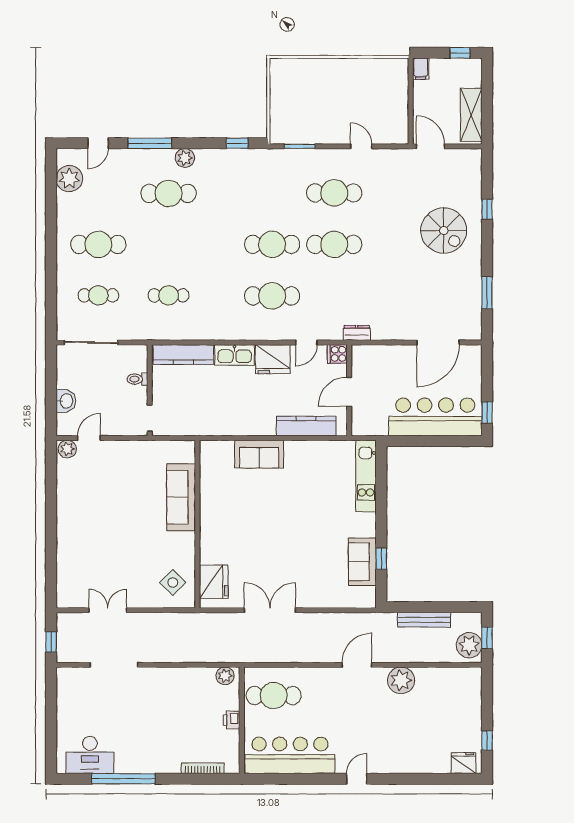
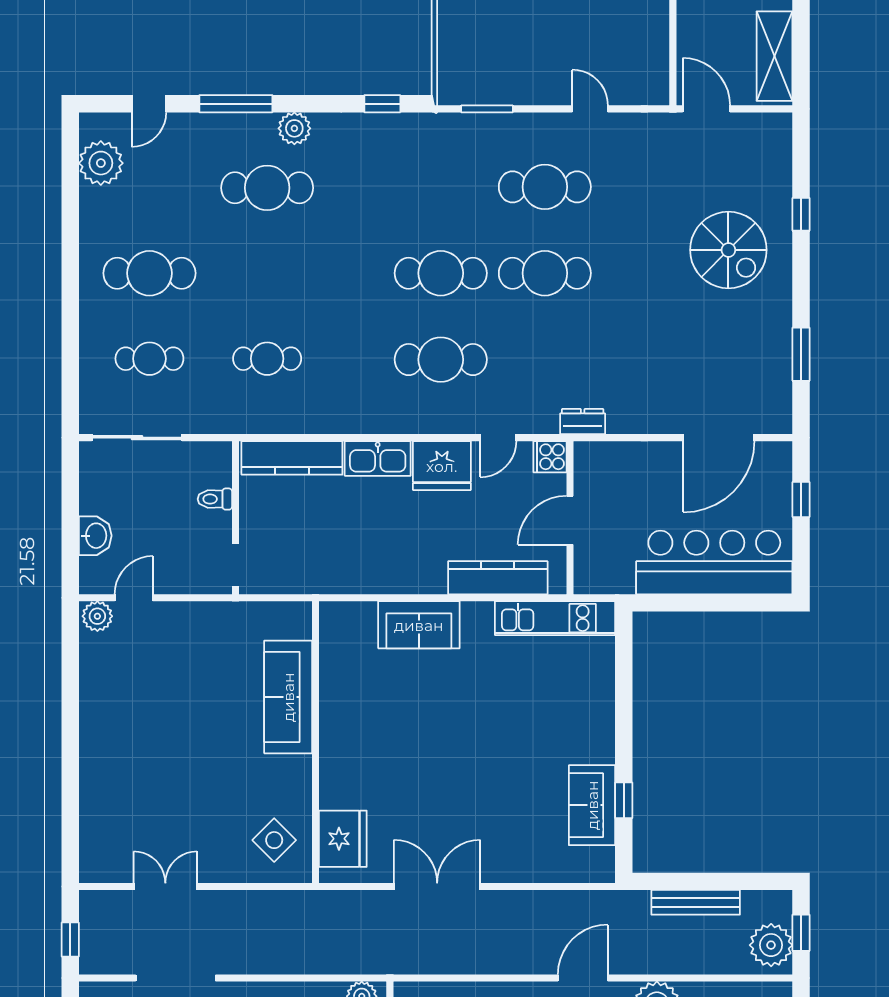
window: (487, 412) -> (801, 499), moved
kitchen unit: (366, 476) -> (555, 618), moved, turned -90

